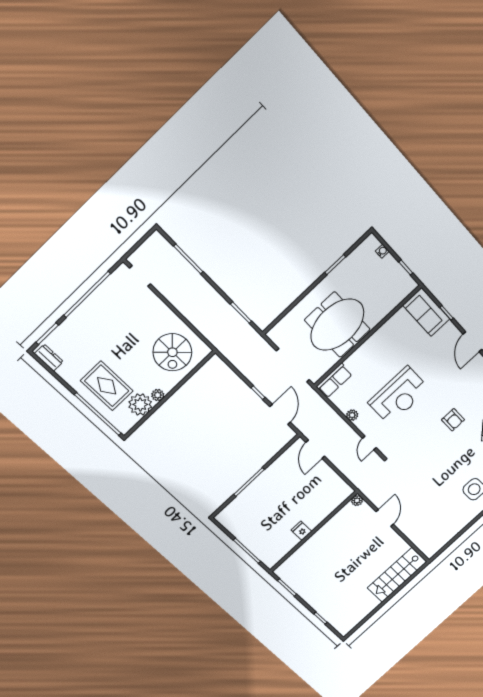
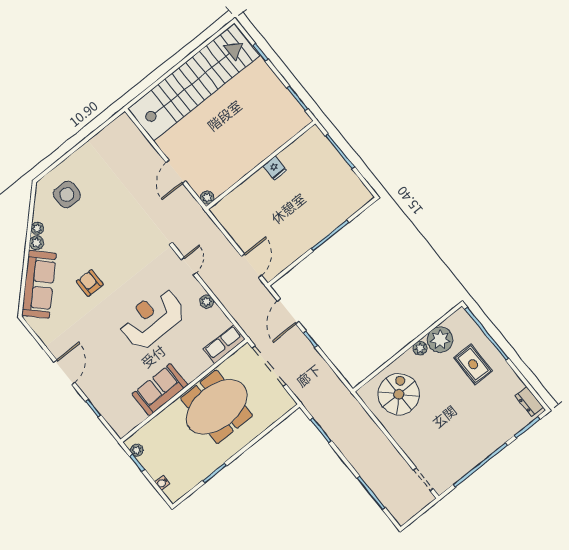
plant: (407, 279) -> (137, 450), added
sofa: (426, 312) -> (160, 390), moved, turned -90
rug: (107, 386) -> (473, 364), width x0.73, depth x0.70
stairs: (397, 575) -> (193, 82), width x1.86, depth x1.51

